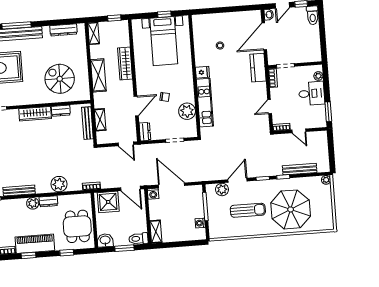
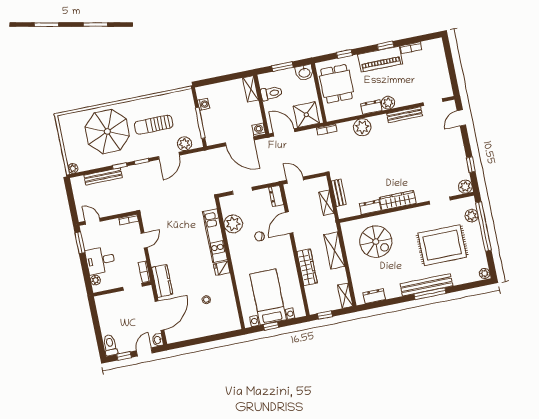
dresser: (63, 30) -> (374, 296), width x0.70
bench: (87, 123) -> (339, 193), width x0.73
door: (299, 131) -> (93, 221), moved
toilet: (138, 239) -> (271, 93), moved

